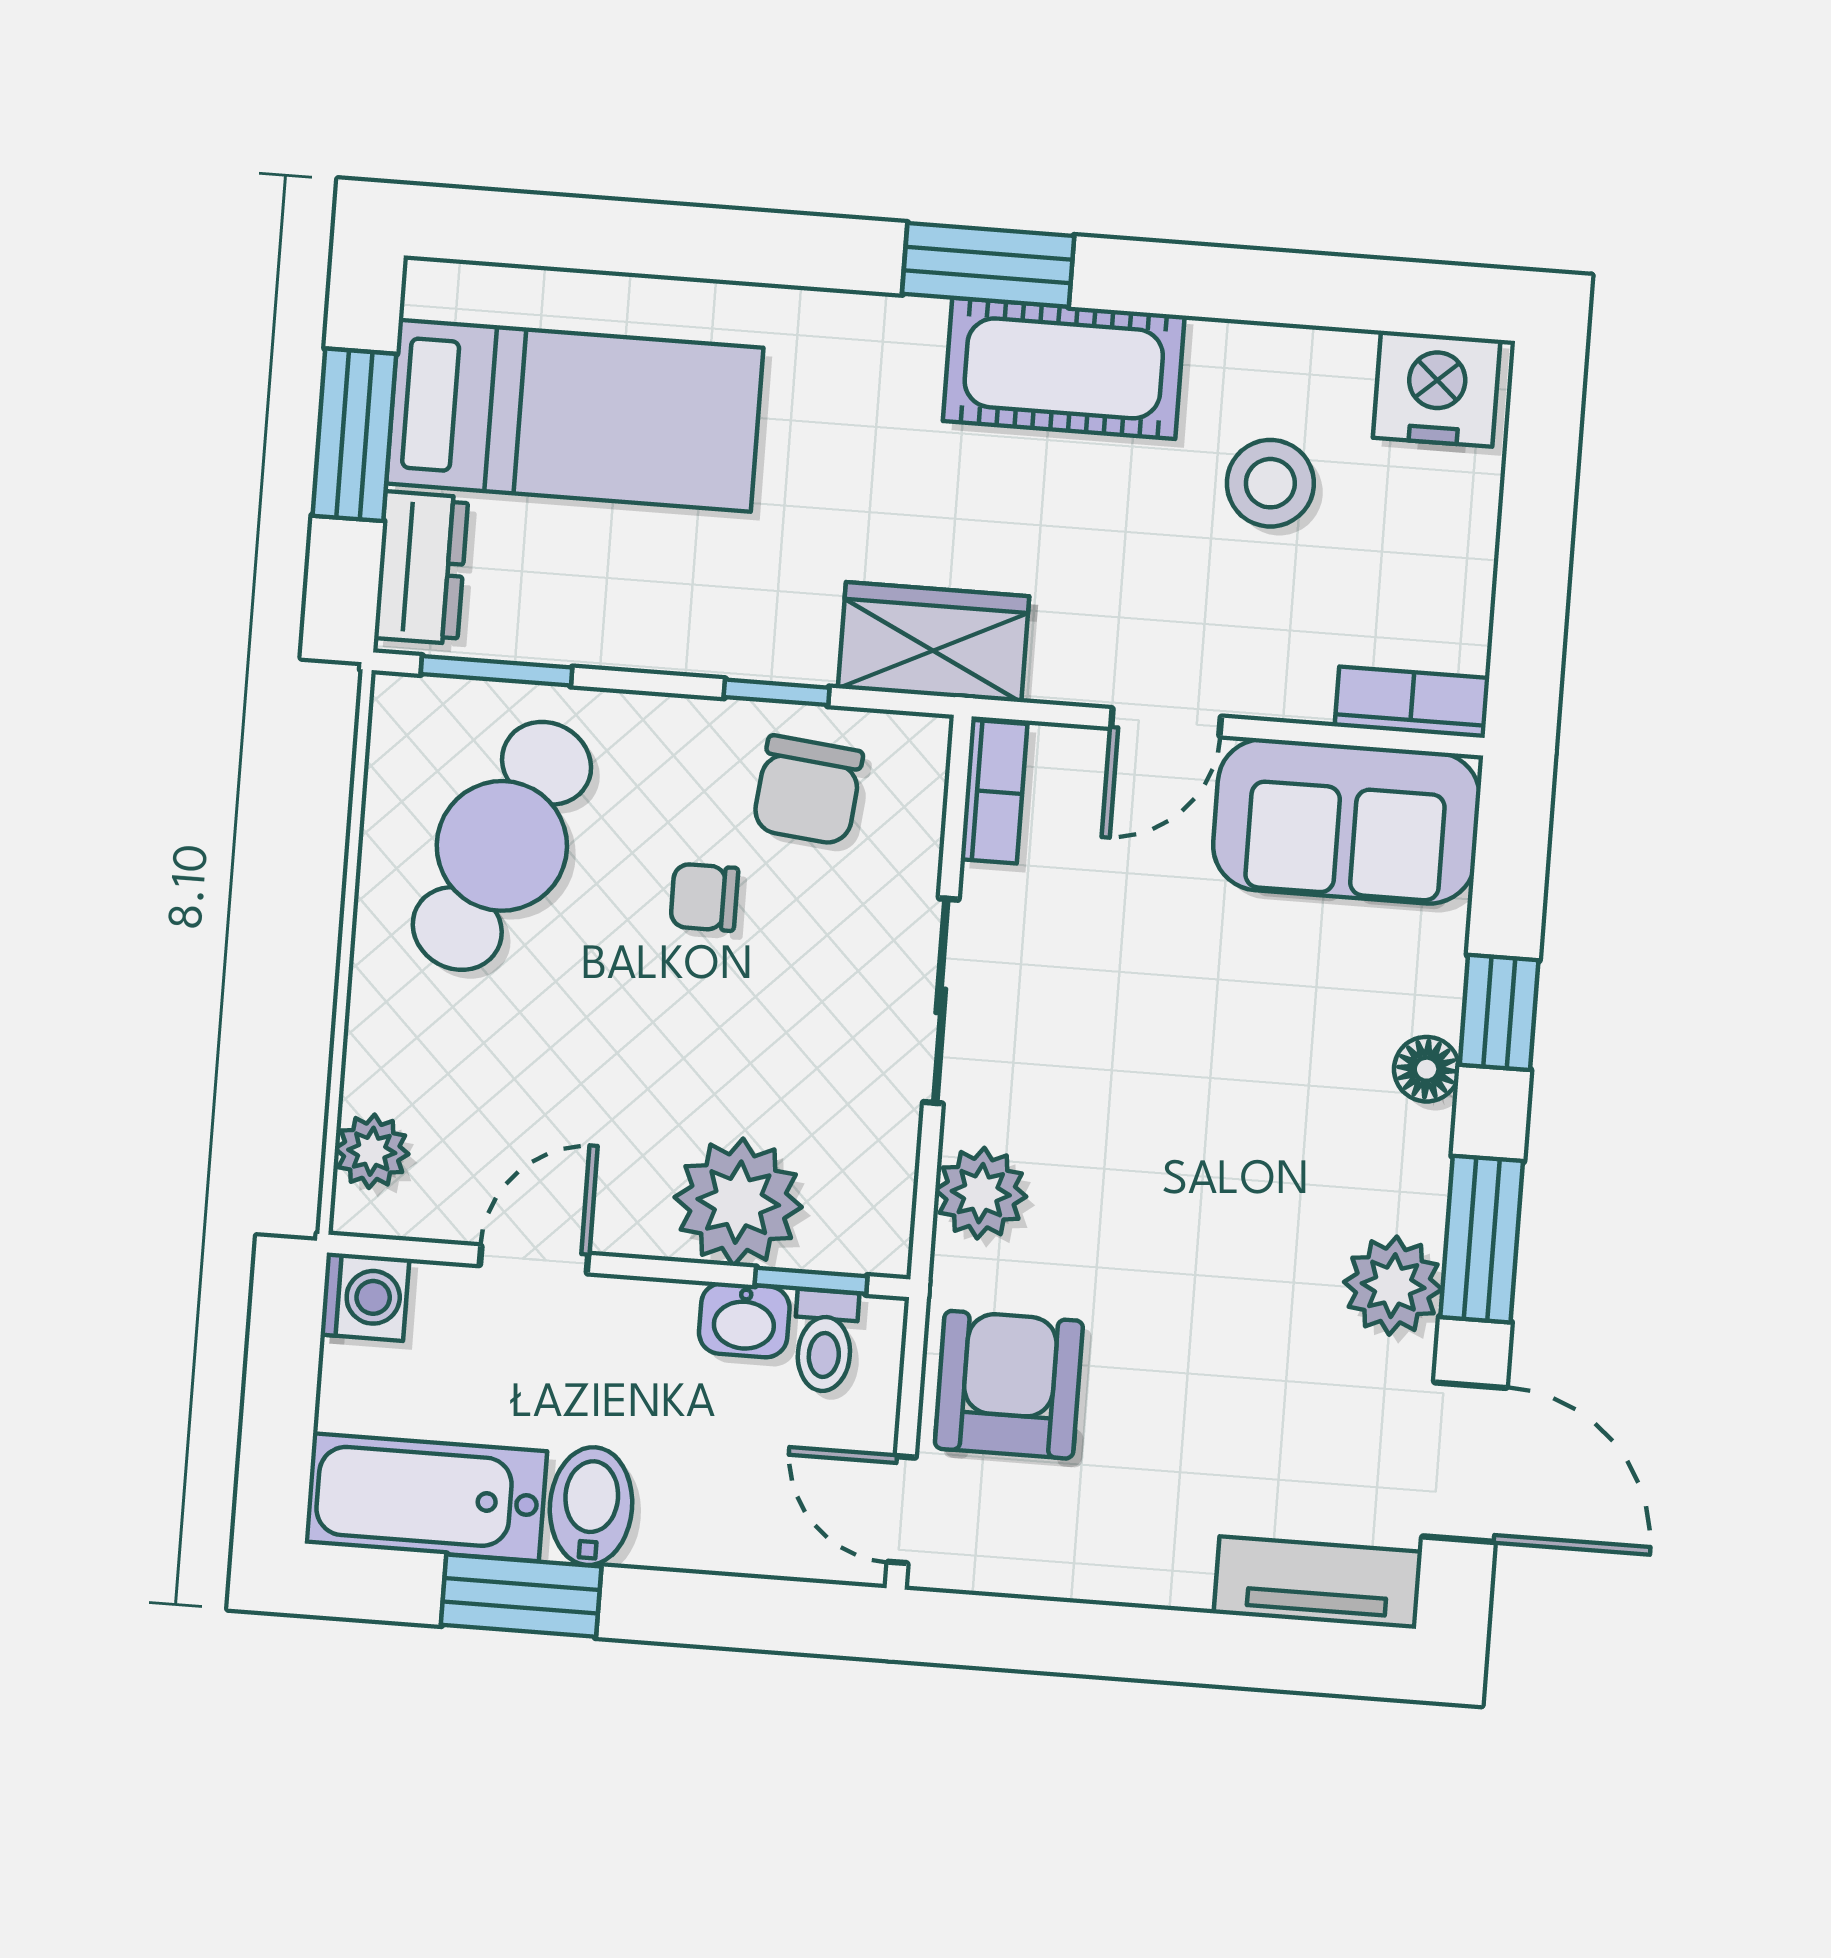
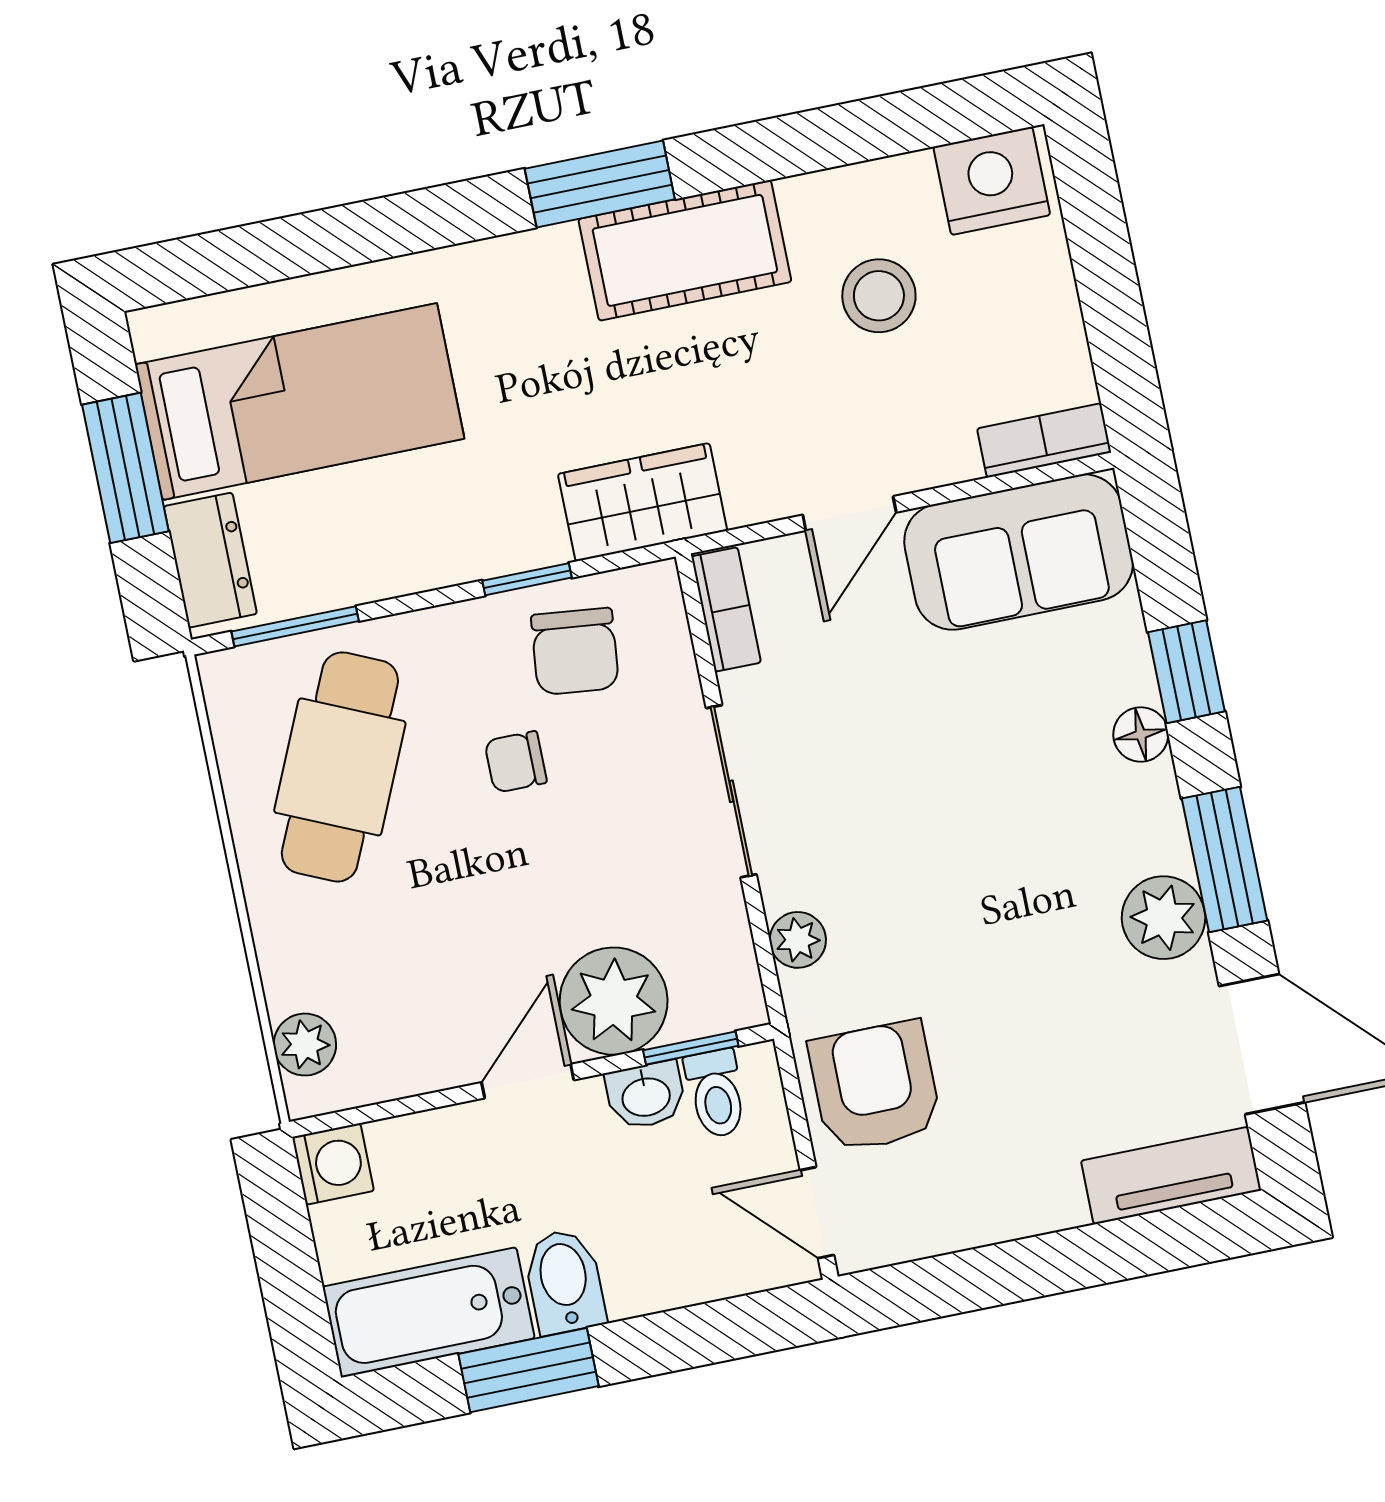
plant: (981, 1193) -> (798, 940), width x0.73, depth x0.73
door: (534, 1259) -> (528, 1081), moved

